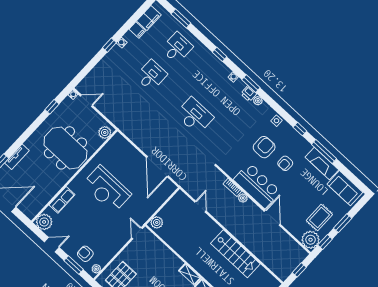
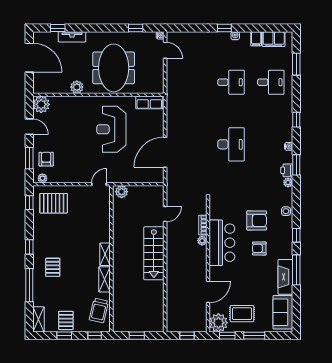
plant: (105, 132) -> (77, 87), moved
row of seats: (62, 200) -> (149, 102), moved
door: (272, 218) -> (208, 292), moved
stairs: (235, 254) -> (154, 253), moved

